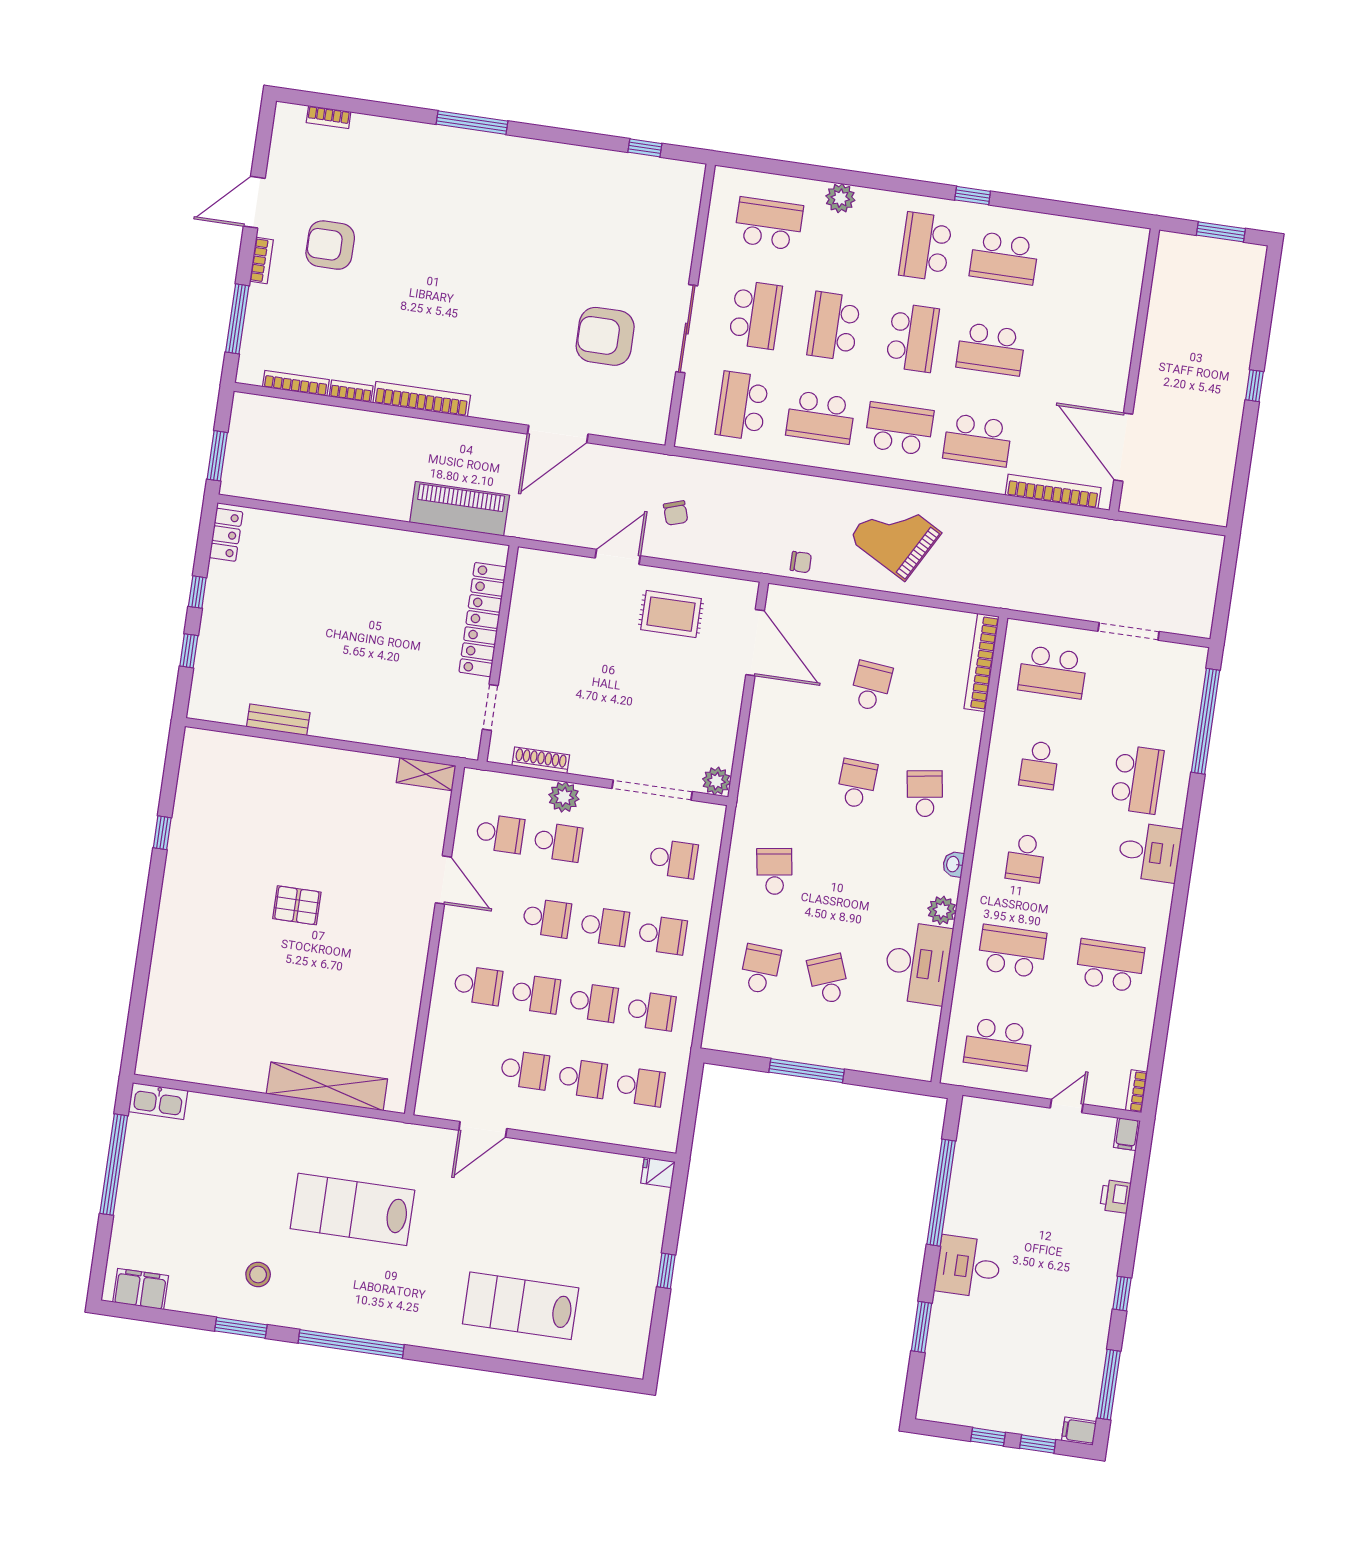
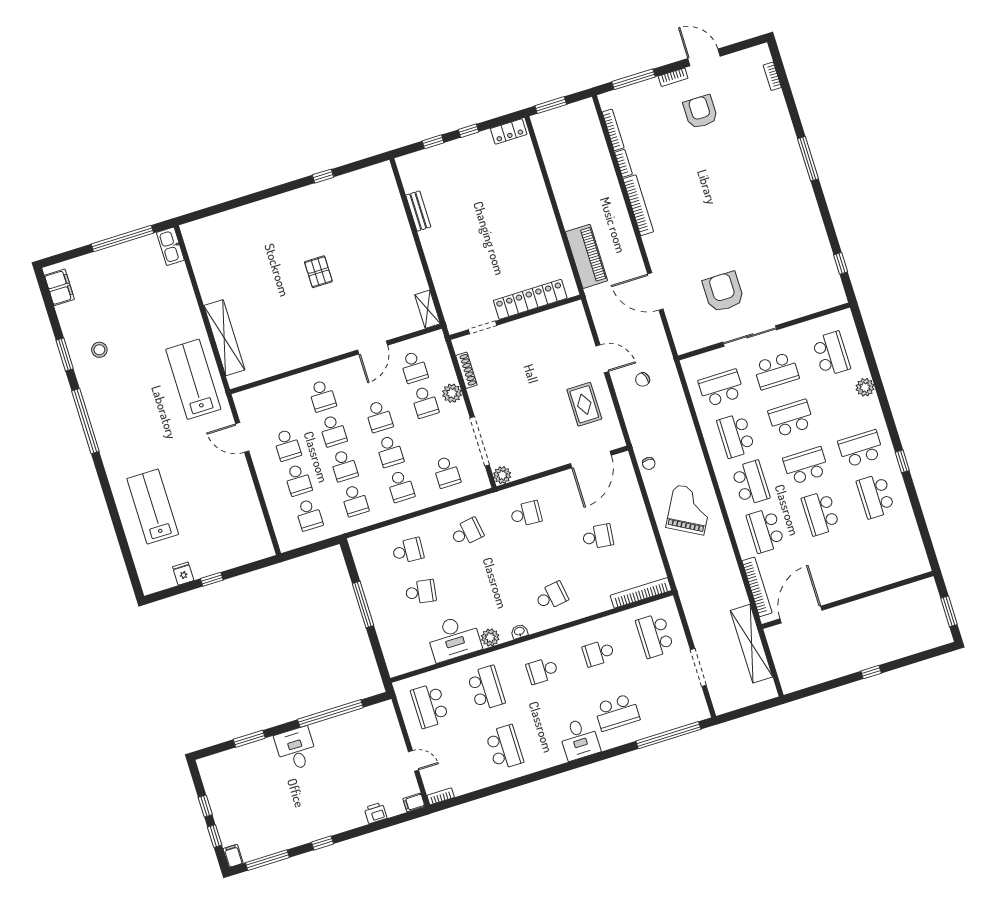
school desk: (912, 338) -> (806, 466), turned 180
shelving: (1131, 538) -> (751, 644), added
school desk: (857, 784) -> (526, 514), moved
school desk: (828, 979) -> (421, 592), turned 30
fridge: (658, 1172) -> (183, 574), moved
lab bench: (352, 1209) -> (193, 379), moved

